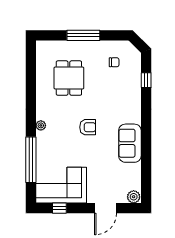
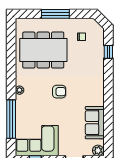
dining table: (69, 78) -> (43, 50), width x1.88, depth x1.24
sofa: (130, 143) -> (95, 123), moved

